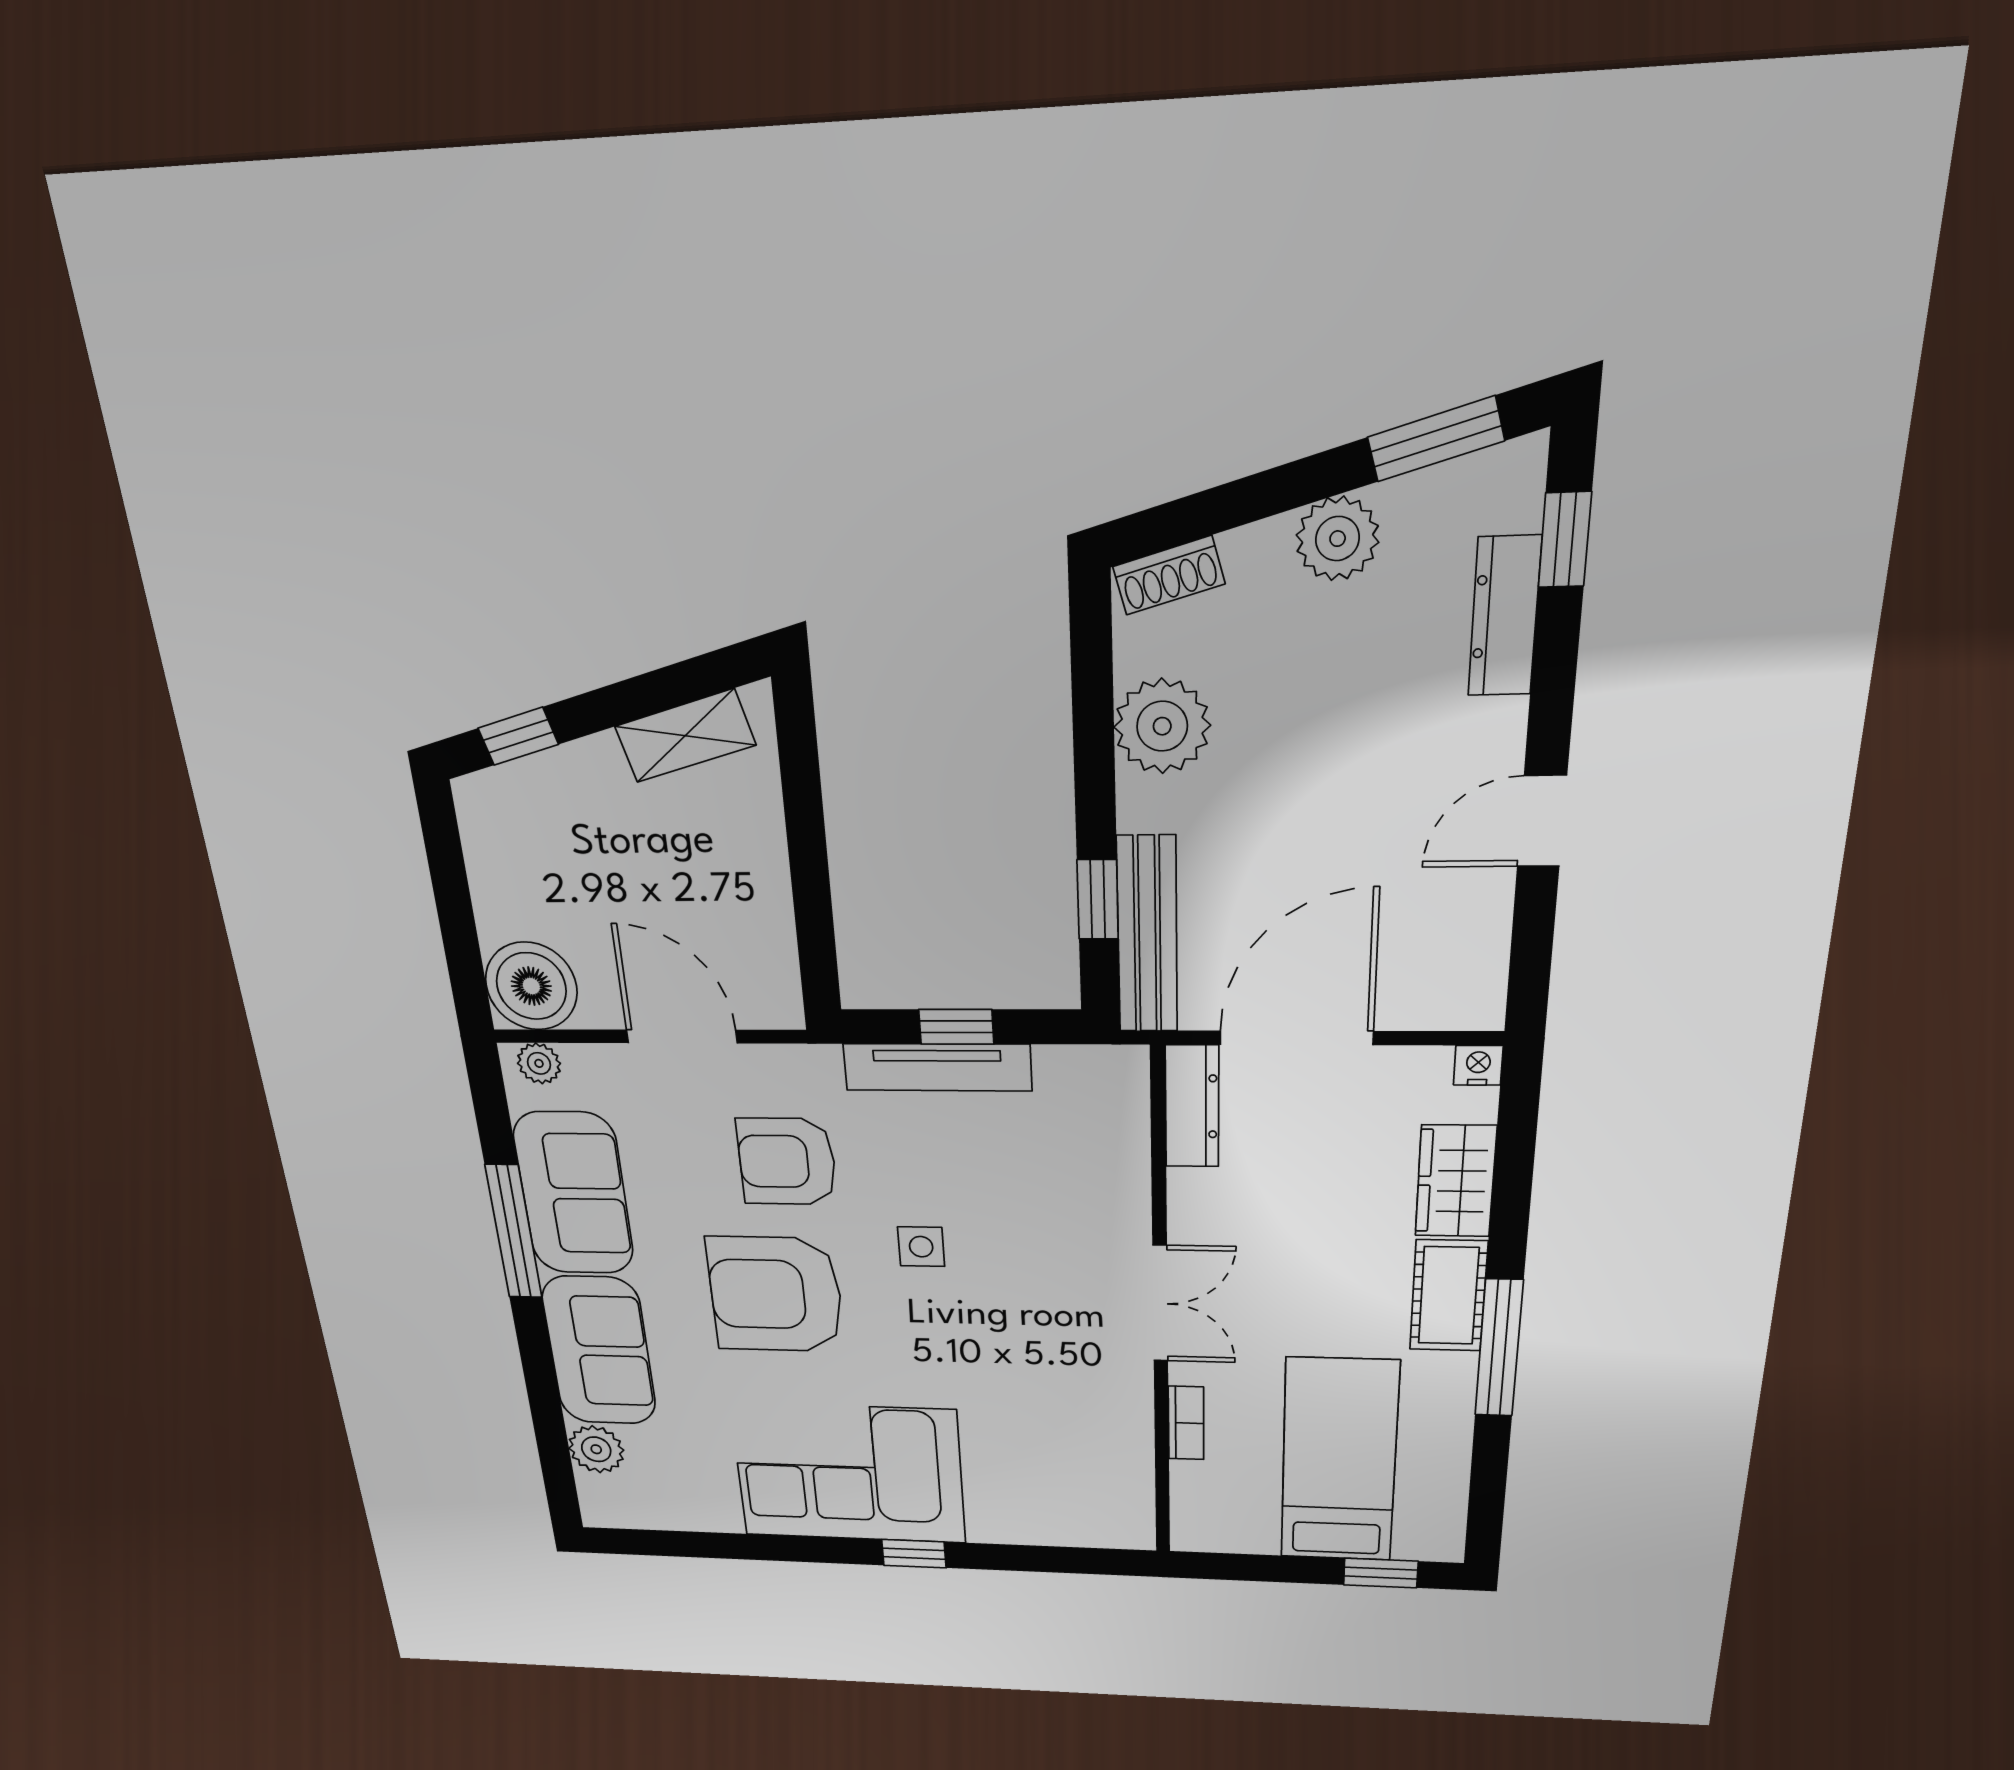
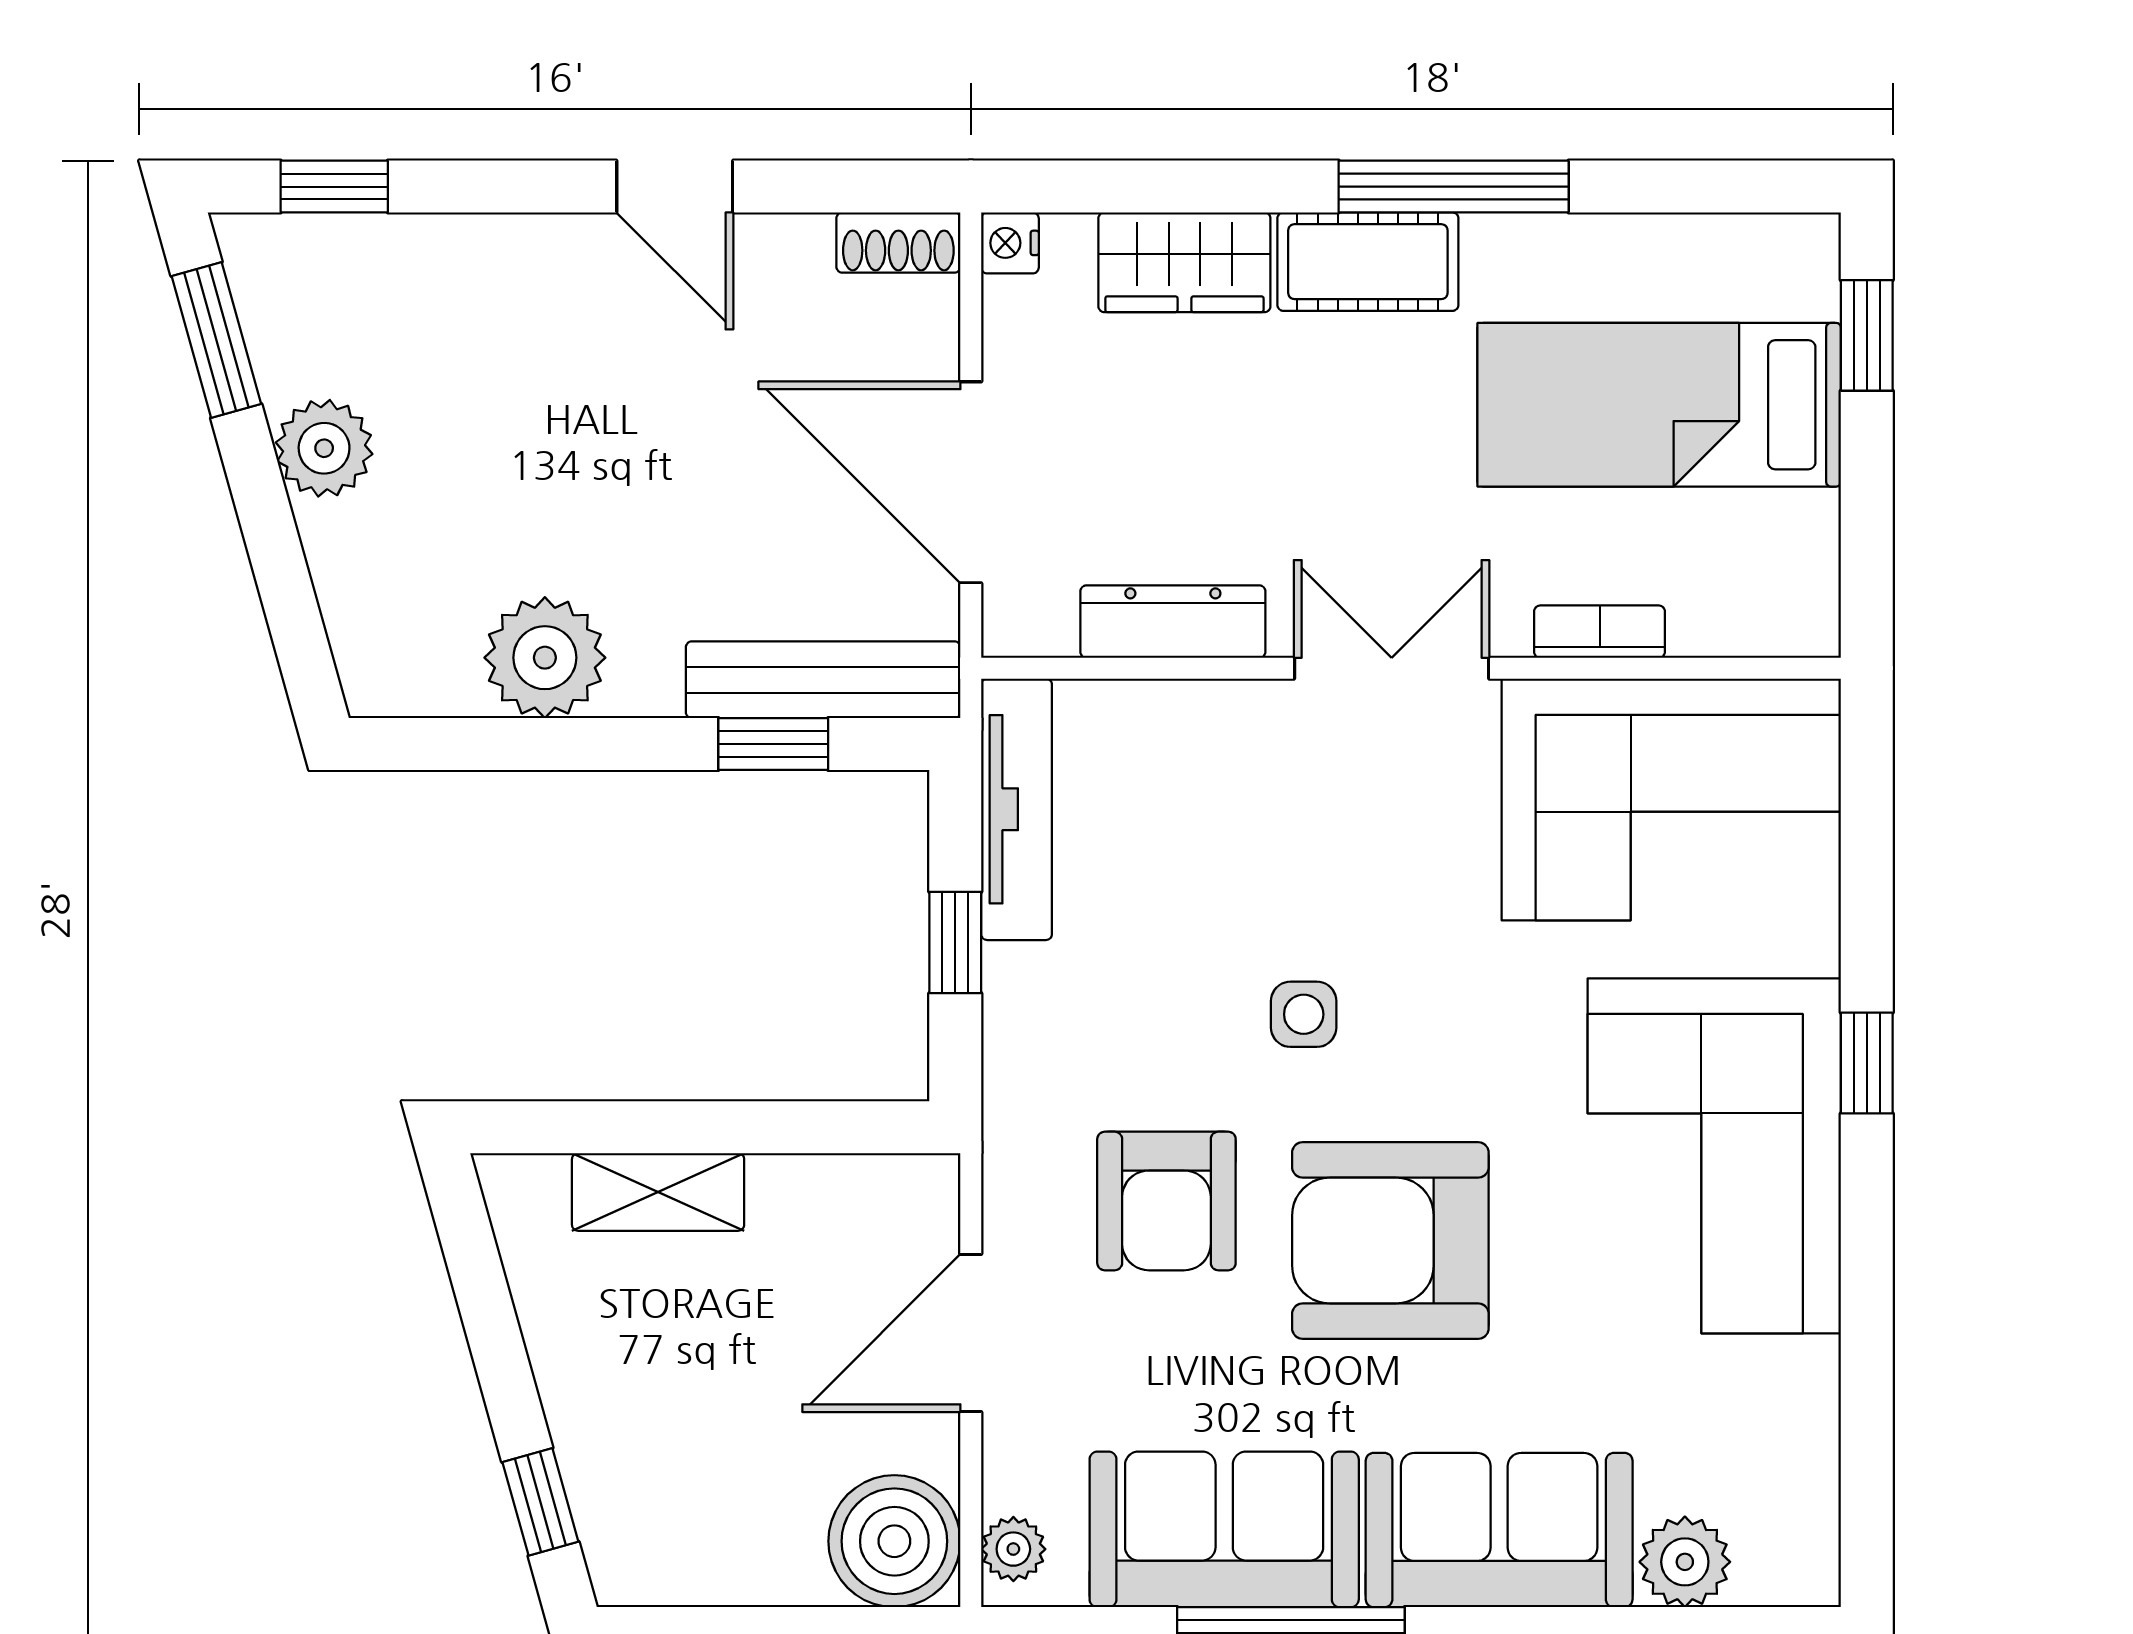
shoe rack: (1169, 575) -> (898, 243), moved, turned 106
dresser: (1505, 616) -> (421, 249), removed
shelving: (685, 736) -> (658, 1192), moved, turned -74
tv unit: (937, 1067) -> (1017, 809), moved
dresser: (1192, 1106) -> (1173, 622), moved
armchair: (776, 1294) -> (1390, 1241), turned 90
corner sofa: (1076, 1459) -> (1671, 799), added

